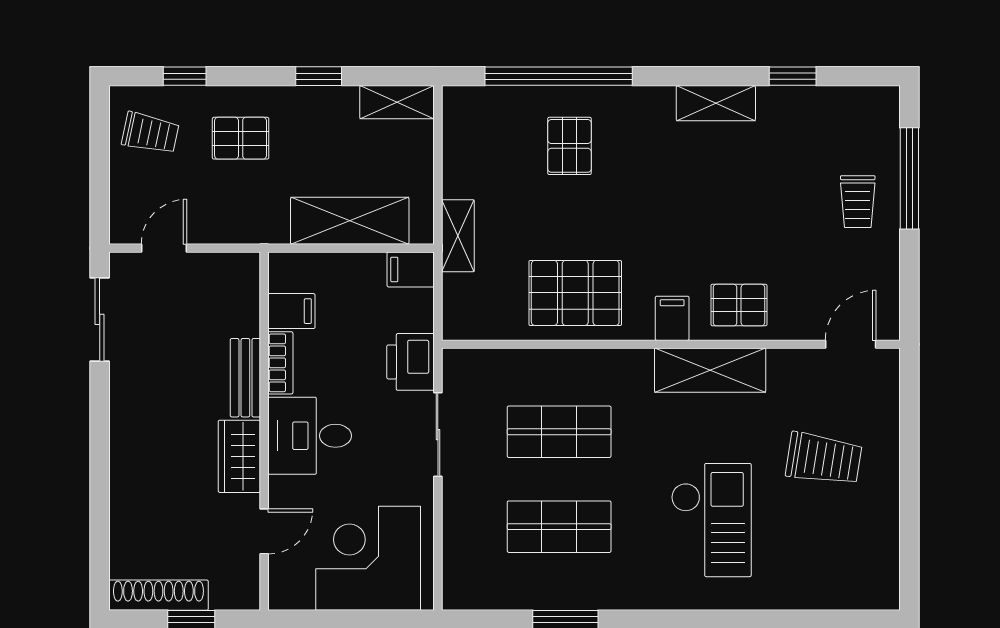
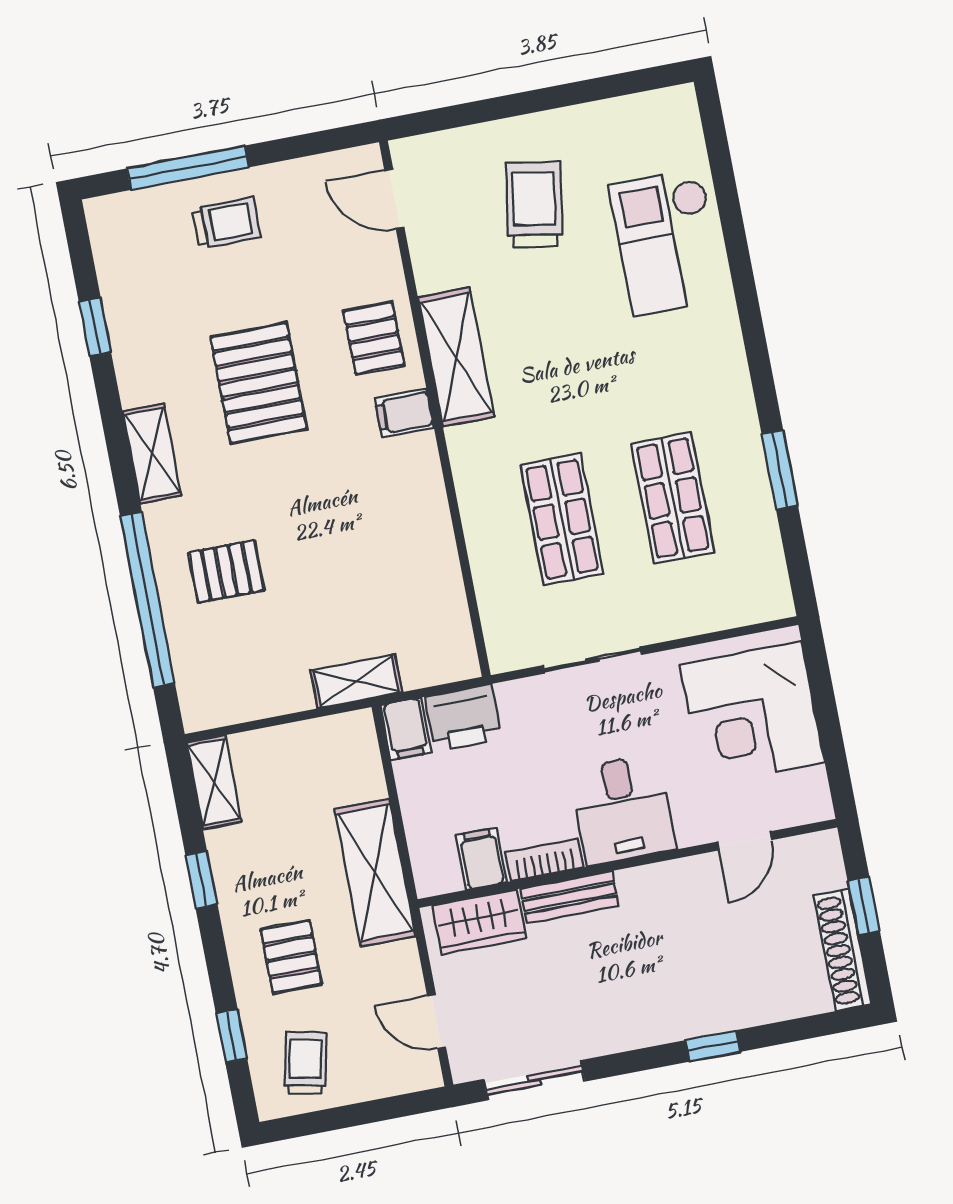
shelving: (716, 103) -> (152, 454), moved
shelving: (350, 221) -> (375, 872), moved
pallet: (575, 293) -> (259, 383), moved
printer: (411, 362) -> (463, 718), moved
wardrobe: (239, 456) -> (479, 922), moved
window: (100, 473) -> (713, 1046), added
checkout: (711, 520) -> (667, 242), moved, turned -90
door: (264, 531) -> (744, 841), swing flipped

